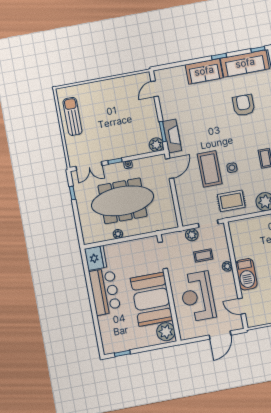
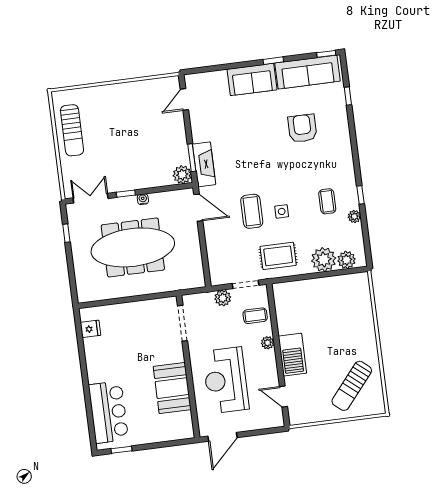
sun lounger: (72, 116) -> (72, 130), turned 180
double door: (89, 166) -> (91, 198), swing flipped
door: (170, 168) -> (198, 208), hinge flipped
coffee table: (210, 169) -> (252, 211), width x0.73, depth x0.76
plant: (118, 234) -> (124, 291), removed
coffee table: (203, 255) -> (255, 316), moved
fridge: (96, 258) -> (91, 329), width x0.53, depth x0.75
bar counter: (105, 291) -> (108, 412), moved
booth: (152, 299) -> (172, 388), width x0.73, depth x0.70
plant: (166, 332) -> (181, 424), removed
door: (220, 335) -> (222, 437), moved

